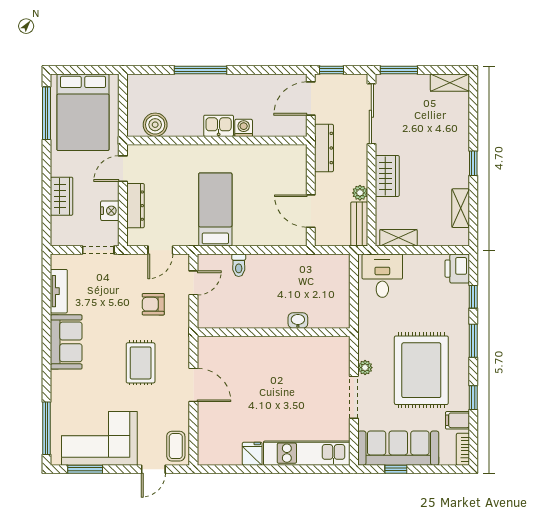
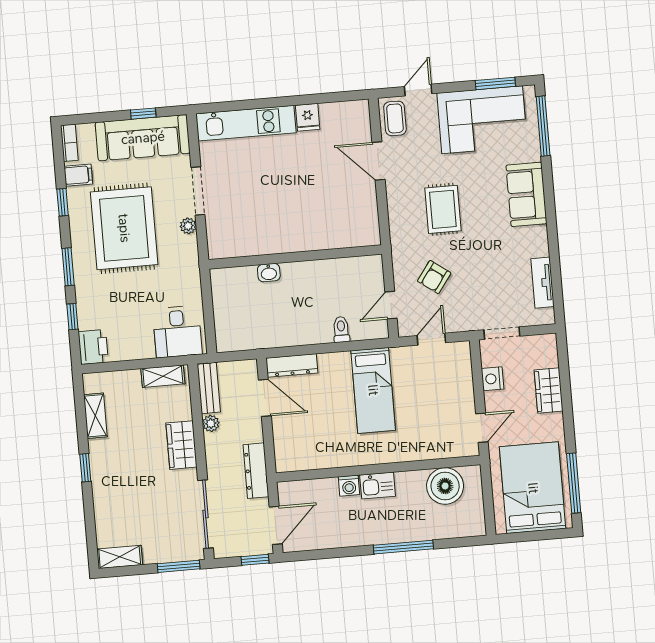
boiler: (155, 125) -> (445, 486), width x1.37, depth x1.37
dresser: (135, 206) -> (292, 365), moved, turned -90
armchair: (153, 304) -> (434, 277), turned 126
sofa: (66, 342) -> (527, 194), moved
door: (193, 385) -> (379, 161), moved

